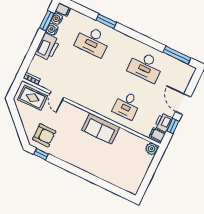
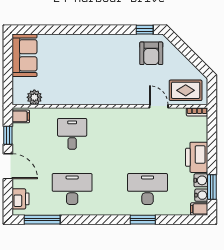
printer: (163, 122) -> (21, 199), moved
sofa: (101, 128) -> (24, 55), moved, turned 90
armchair: (44, 135) -> (151, 53), turned -90
plant: (152, 149) -> (34, 97), moved

